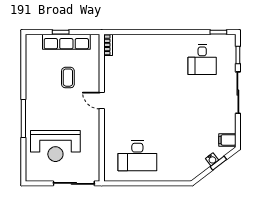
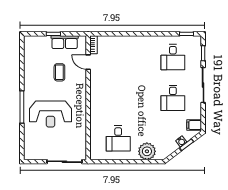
row of seats: (66, 42) -> (65, 42), width x0.68
door: (102, 101) -> (88, 62), moved
desk: (202, 108) -> (173, 98), added
reception desk: (55, 146) -> (50, 114), moved
desk: (137, 156) -> (118, 138), width x0.73
plant: (171, 171) -> (147, 151), added

